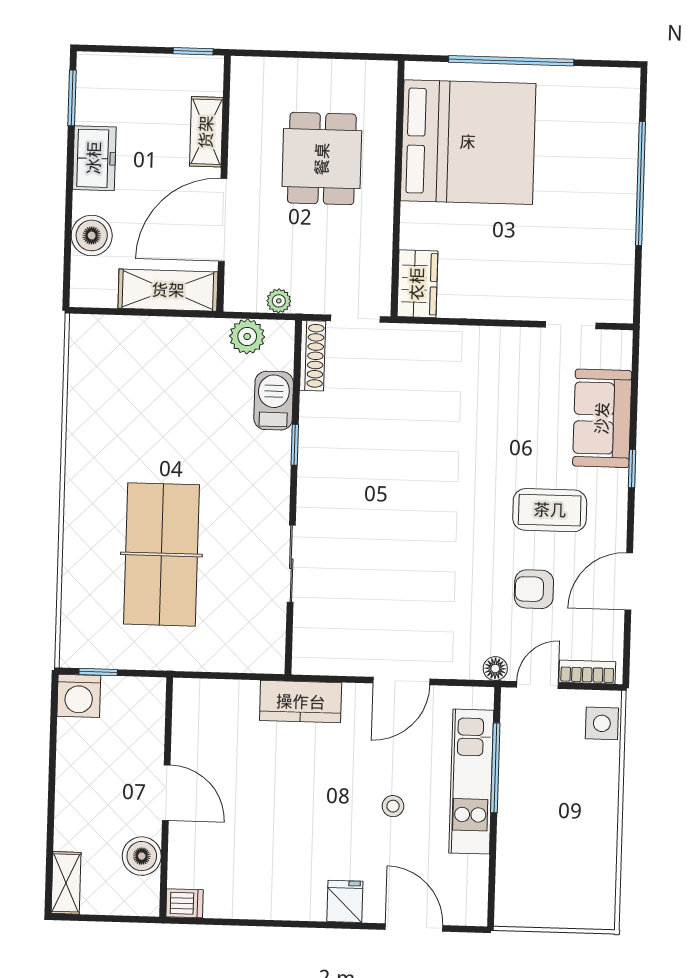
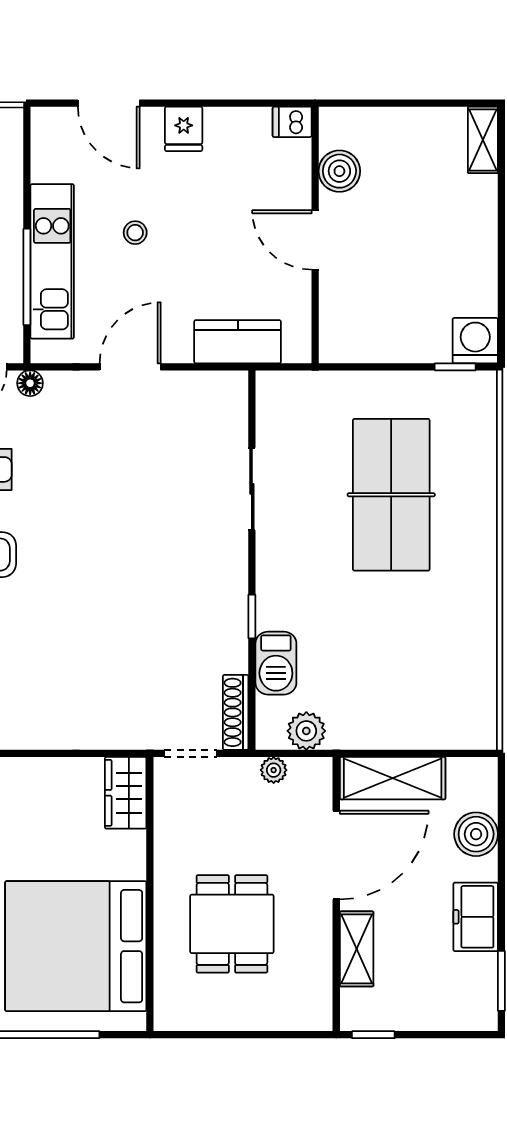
door: (166, 793) -> (315, 240), moved
wall: (166, 797) -> (315, 235), moved
boiler: (142, 856) -> (339, 171), moved
dishwasher: (185, 903) -> (292, 122), moved

